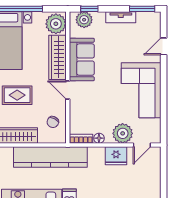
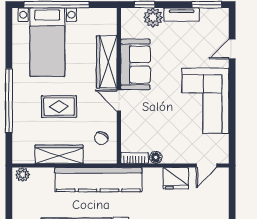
plant: (84, 20) -> (153, 17), moved
plant: (56, 24) -> (105, 22), removed
plant: (123, 133) -> (184, 152), removed

